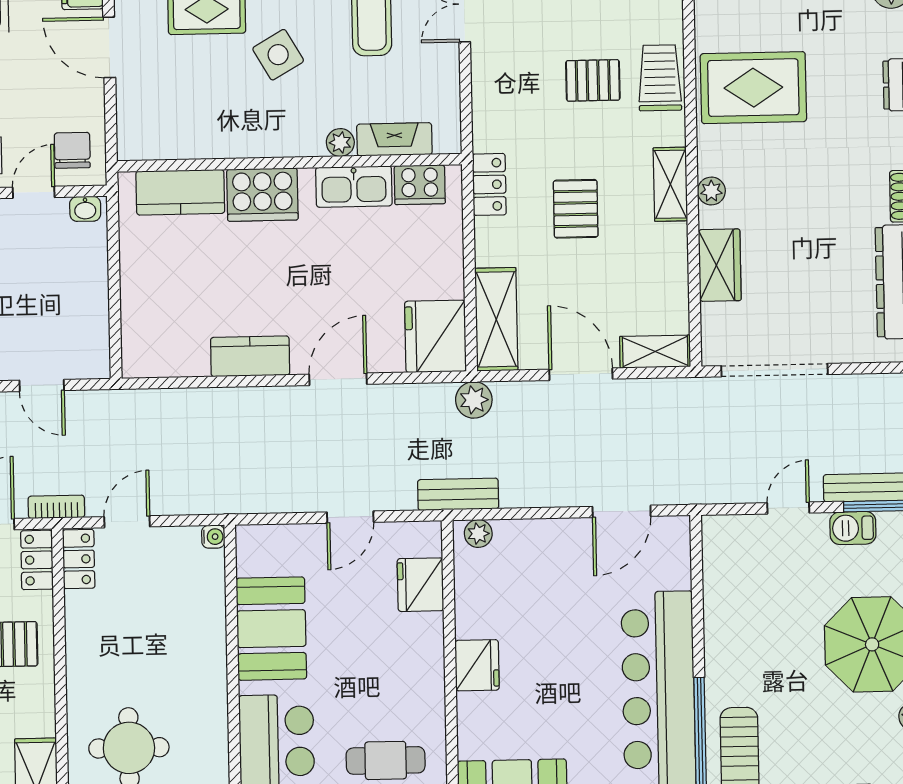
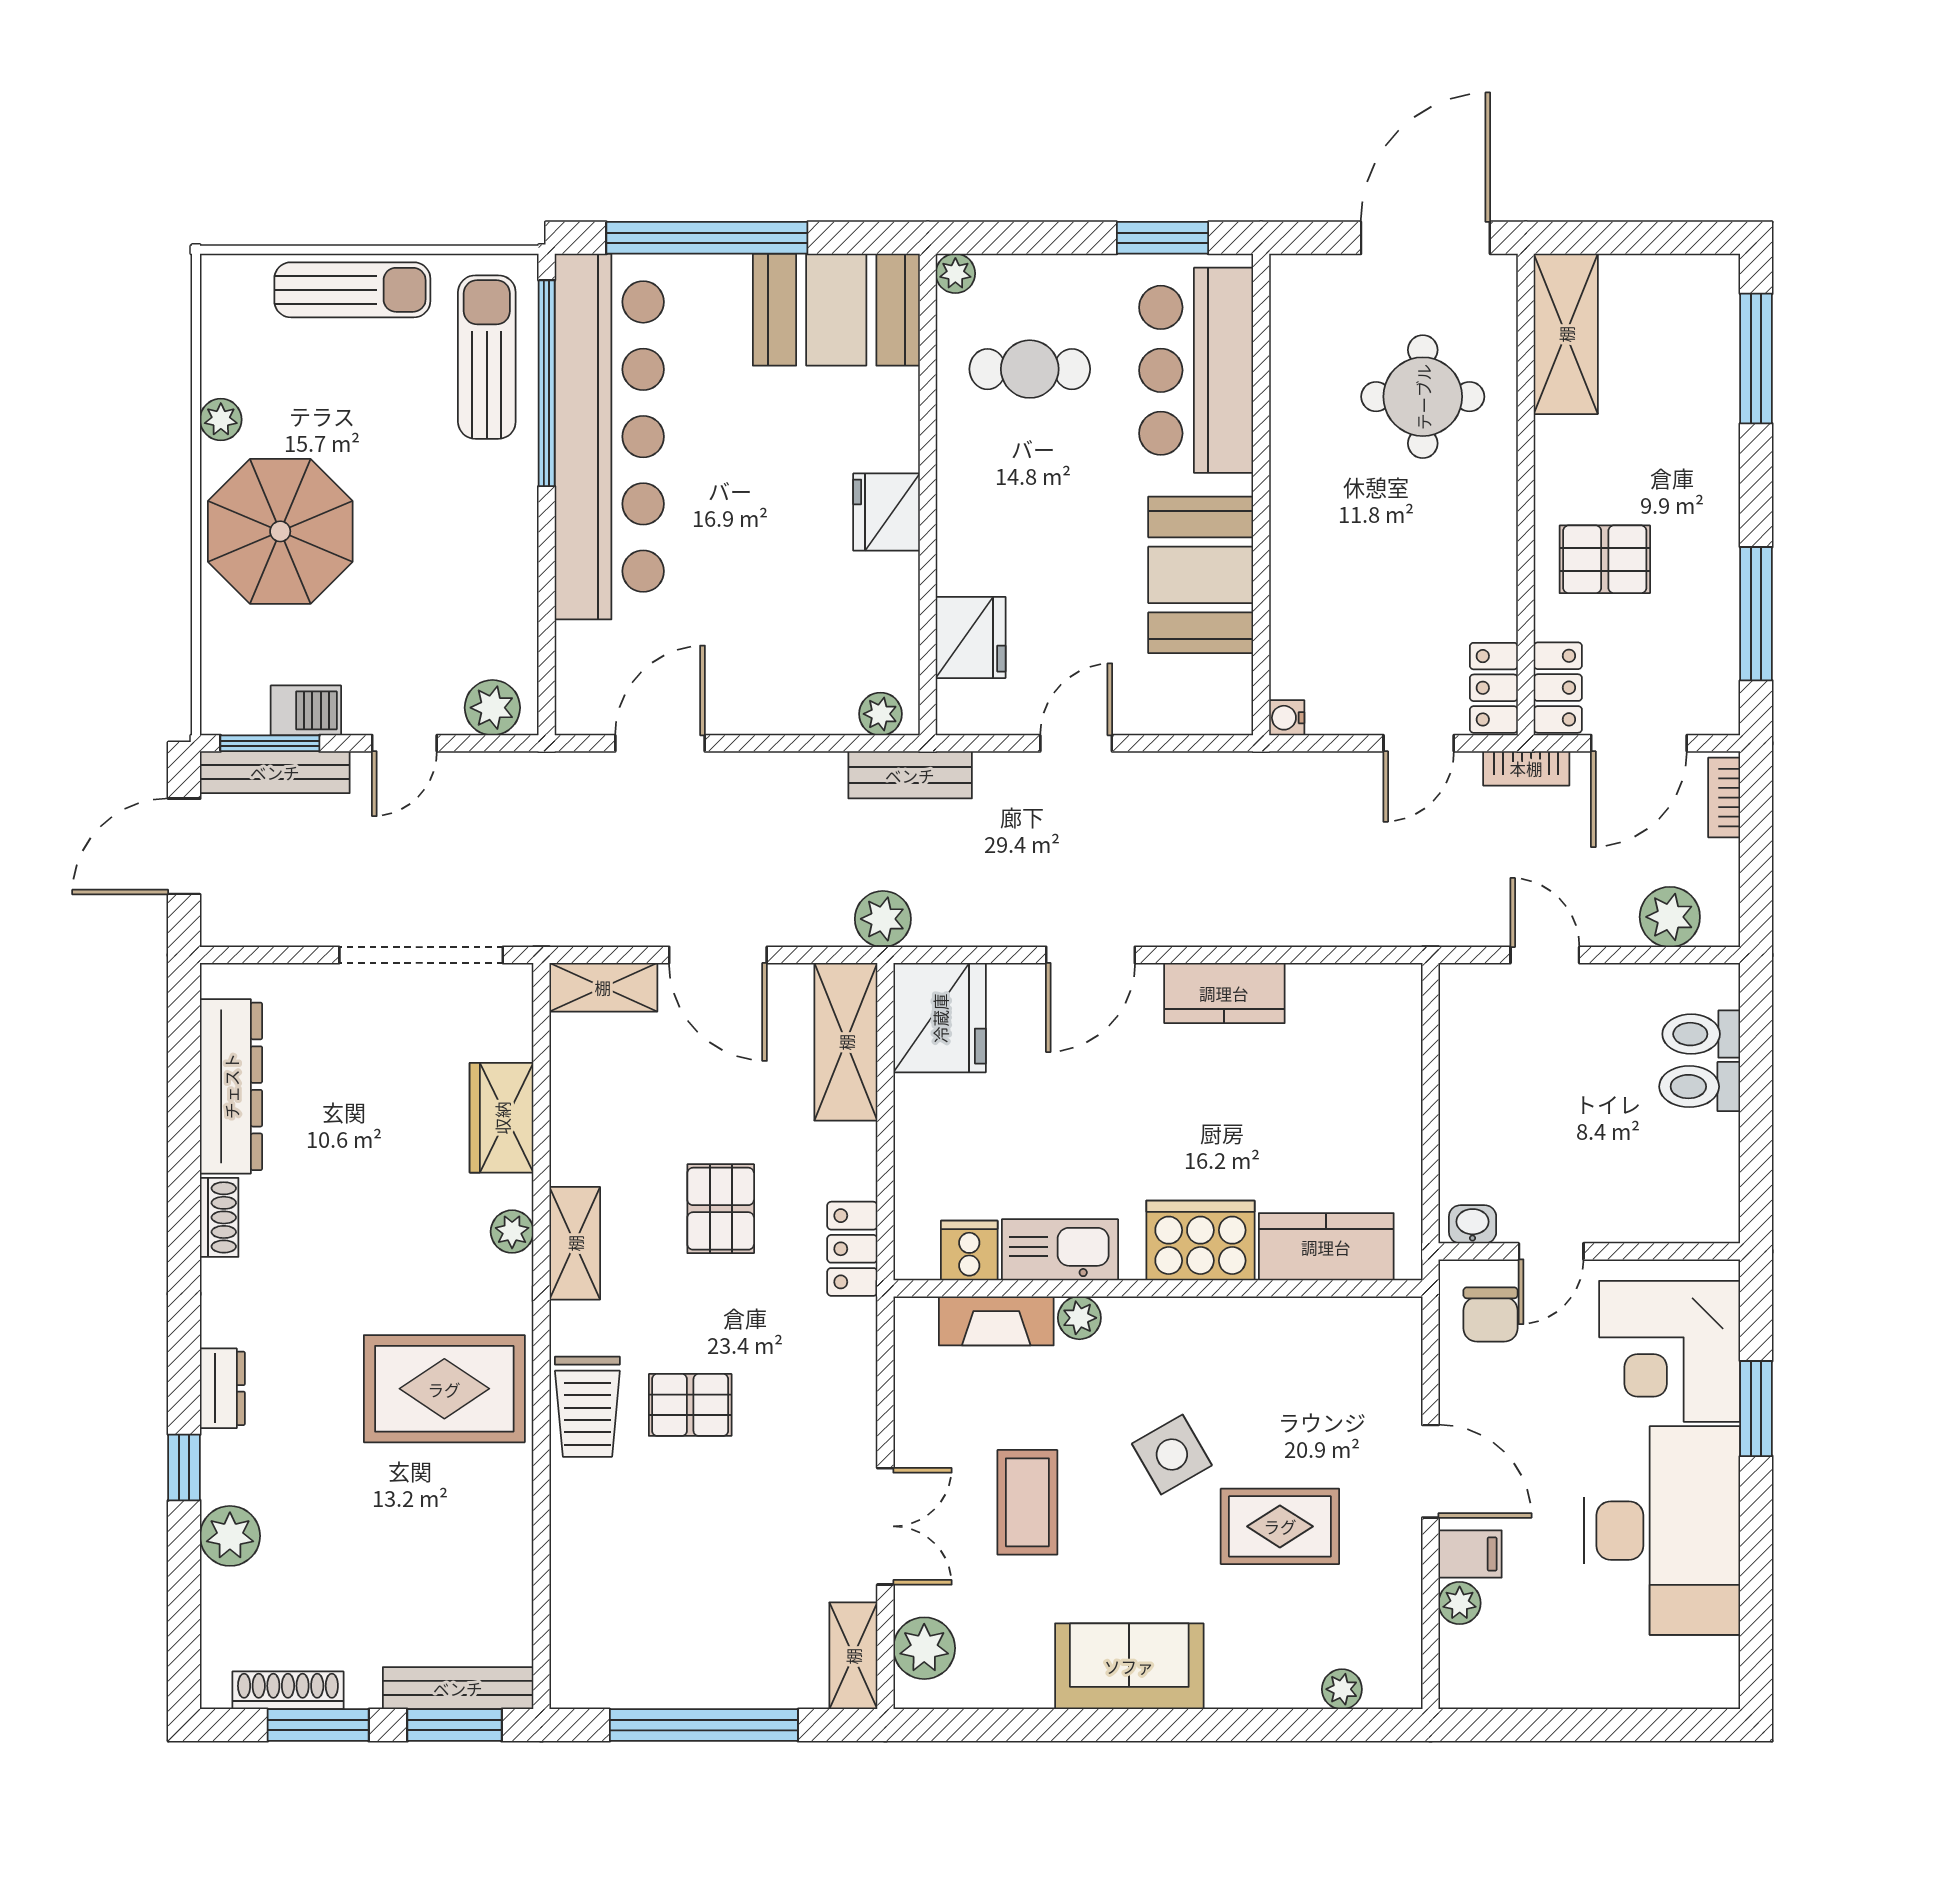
cooker: (420, 185) -> (969, 1251), width x0.73
plant: (731, 532) -> (492, 708), added

